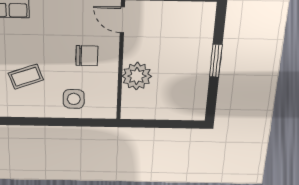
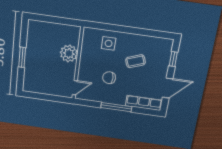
door: (122, 20) -> (75, 88), hinge flipped
chair: (87, 56) -> (109, 78), moved

